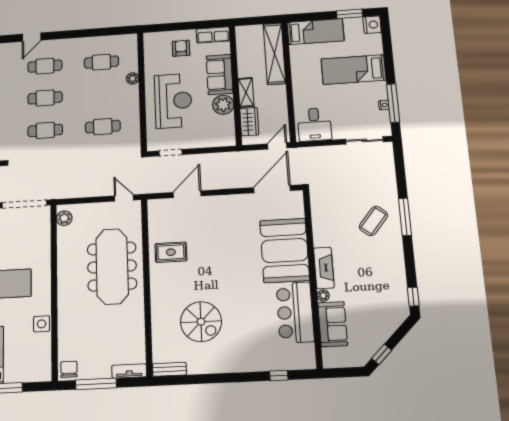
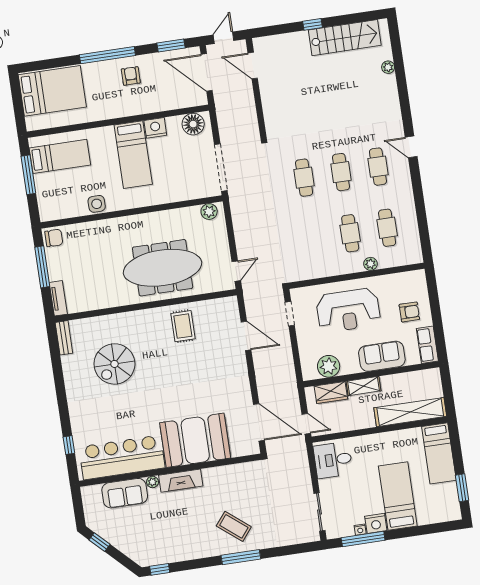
nightstand: (372, 25) -> (376, 523), moved
plant: (223, 105) -> (329, 366), moved
cafe table: (103, 127) -> (350, 233), moved
bar counter: (295, 312) -> (122, 457), width x1.36

